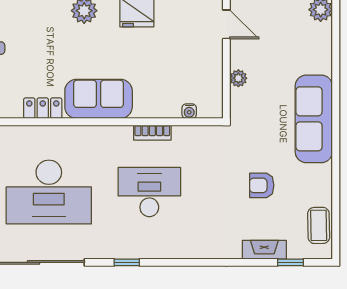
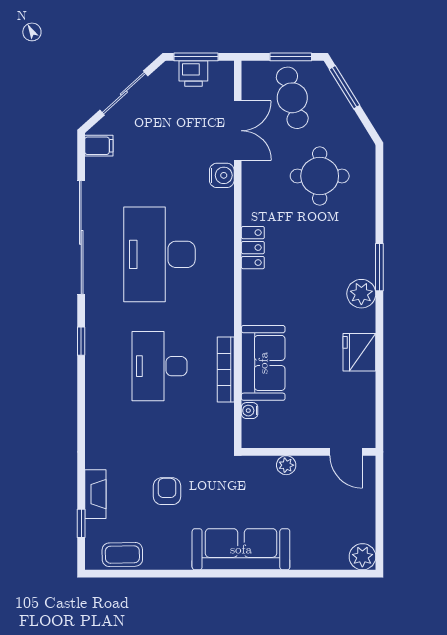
door: (226, 24) -> (346, 452), hinge flipped
sofa: (99, 99) -> (263, 363), moved
bookcase: (152, 133) -> (226, 370), width x1.56
desk: (149, 192) -> (159, 366), turned 180

